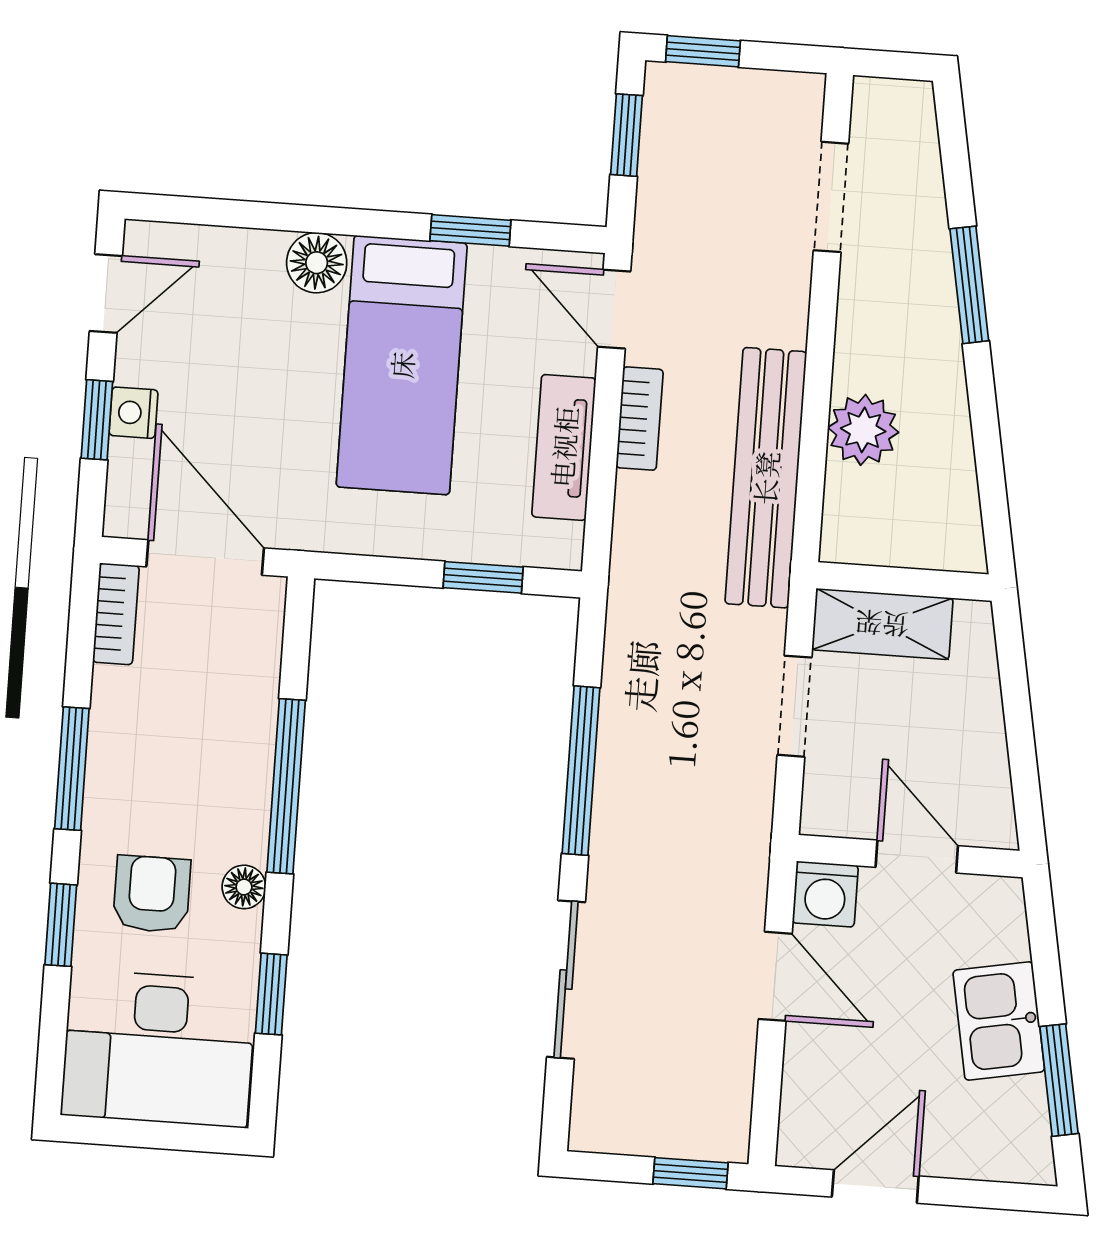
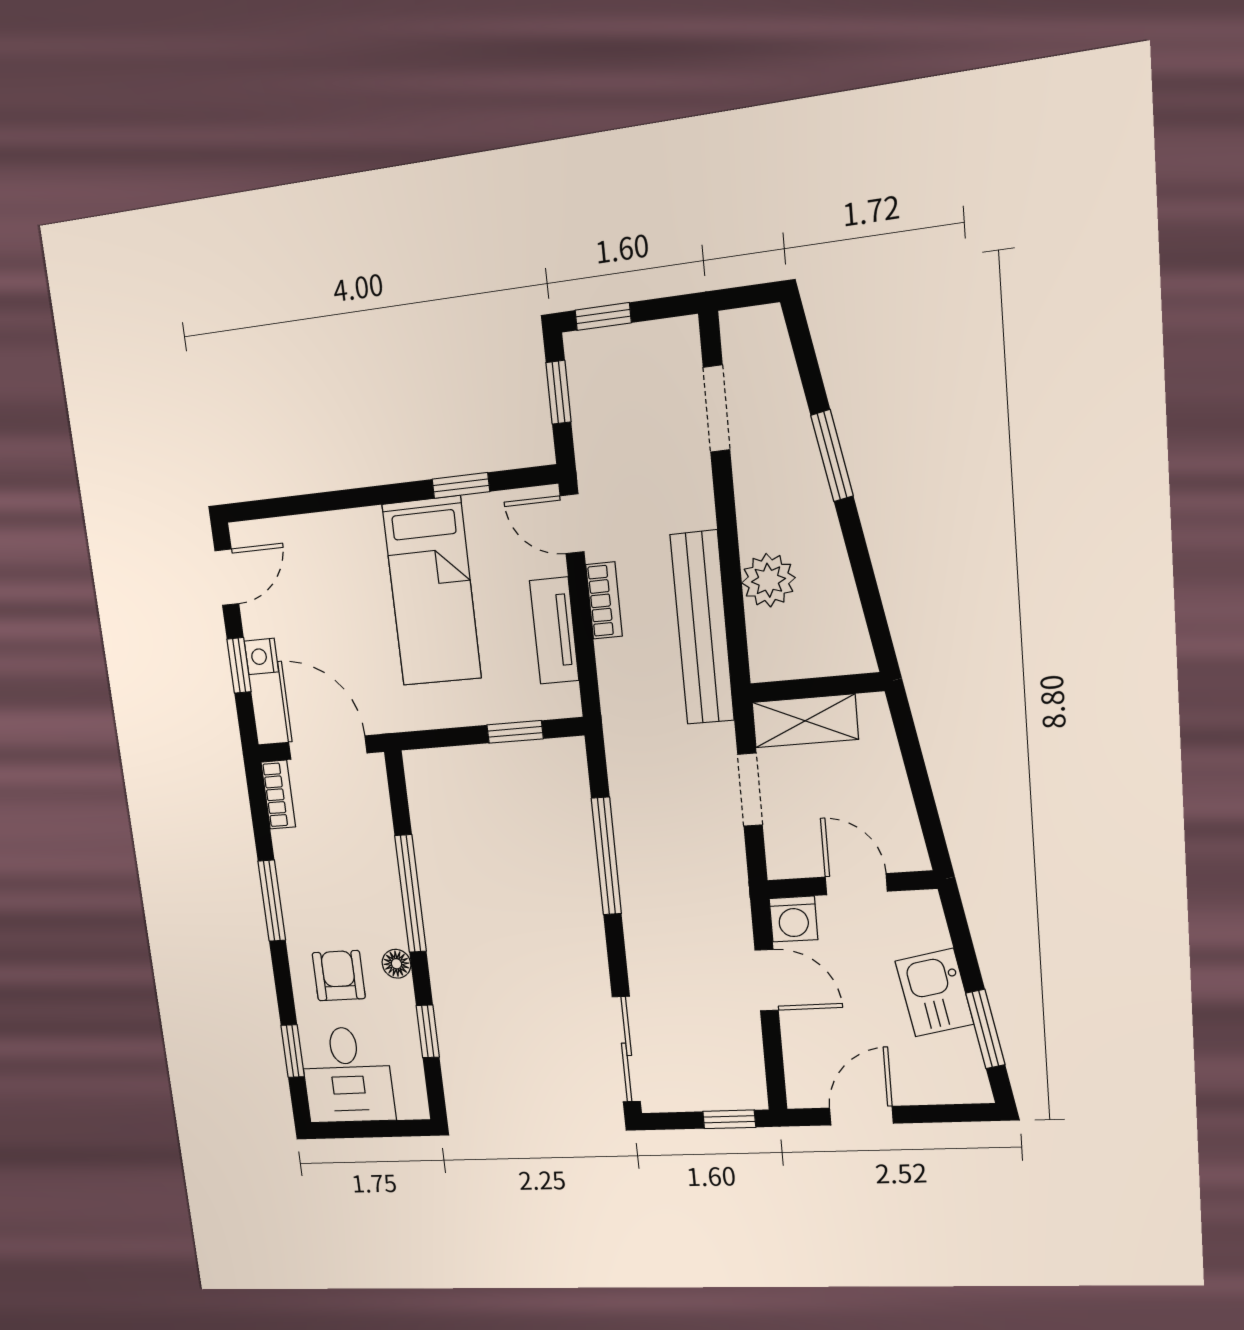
floor lamp: (317, 263) -> (361, 529), removed
window: (61, 925) -> (293, 1051), moved
sliding door: (566, 980) -> (626, 1049), moved
desk: (159, 1048) -> (347, 1075), width x0.73

